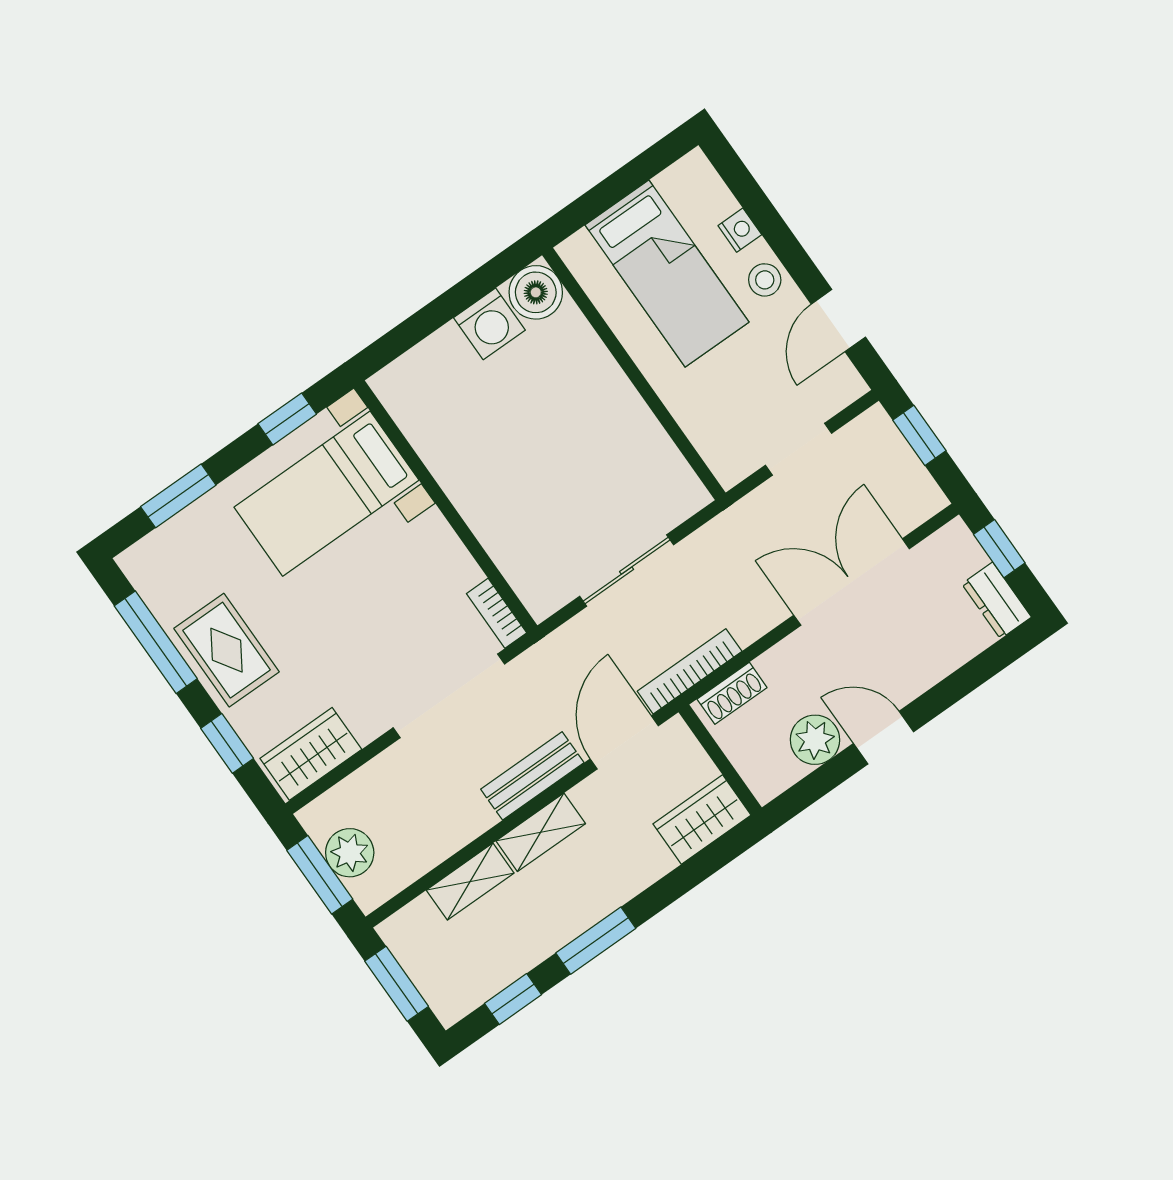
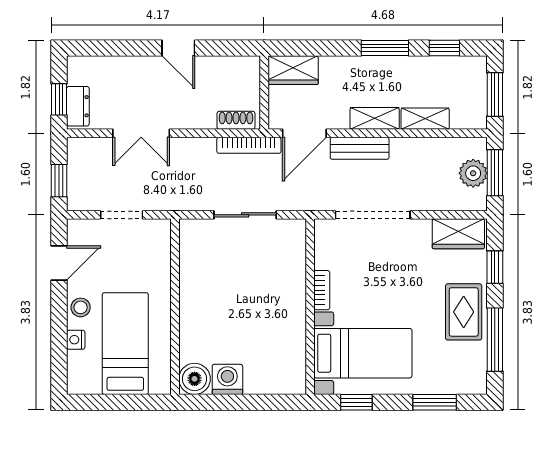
double door: (852, 582) -> (141, 133), width x0.73
dresser: (997, 601) -> (78, 106), moved
bookcase: (497, 613) -> (322, 290), moved
plant: (815, 740) -> (212, 70), removed

